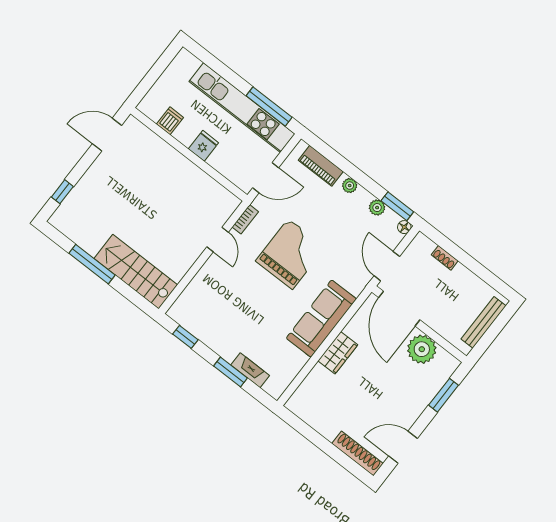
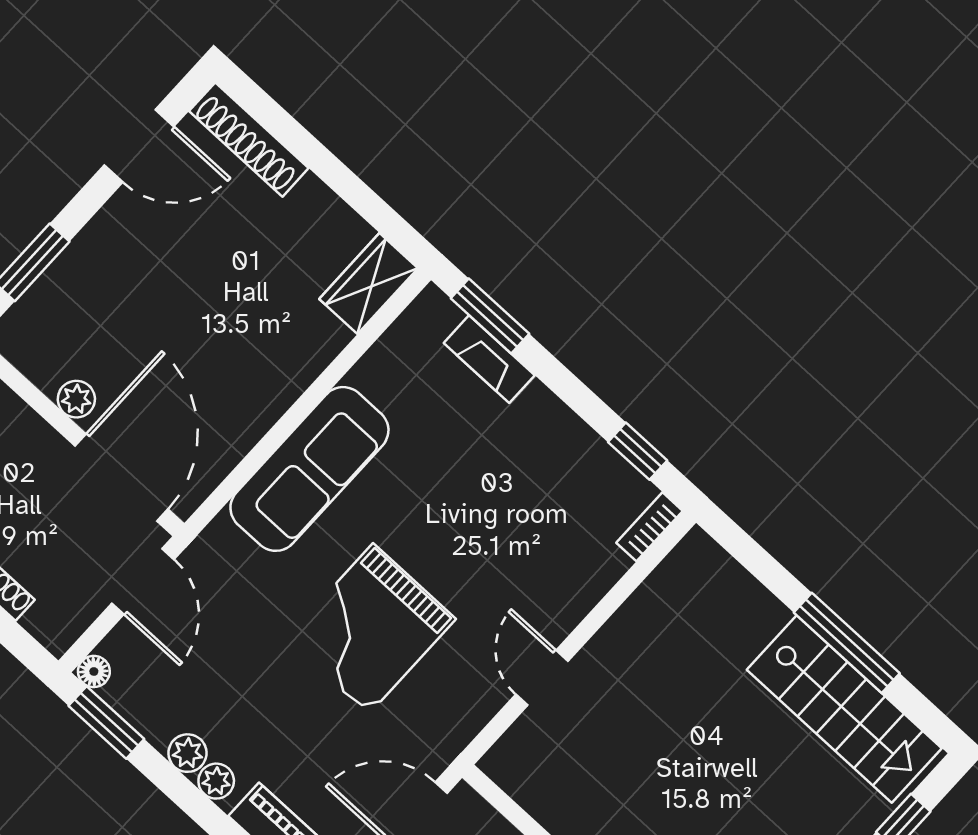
plant: (377, 208) -> (188, 753), moved
bookcase: (245, 219) -> (650, 527), moved
stairs: (136, 272) -> (844, 709), moved
plant: (422, 349) -> (76, 399), width x0.53, depth x0.53
wardrobe: (338, 353) -> (369, 284), moved
window: (230, 372) -> (490, 316), moved

